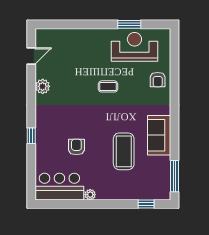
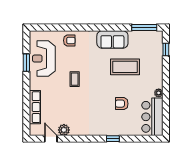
row of seats: (72, 35) -> (35, 107), added
plant: (43, 86) -> (64, 130), moved

